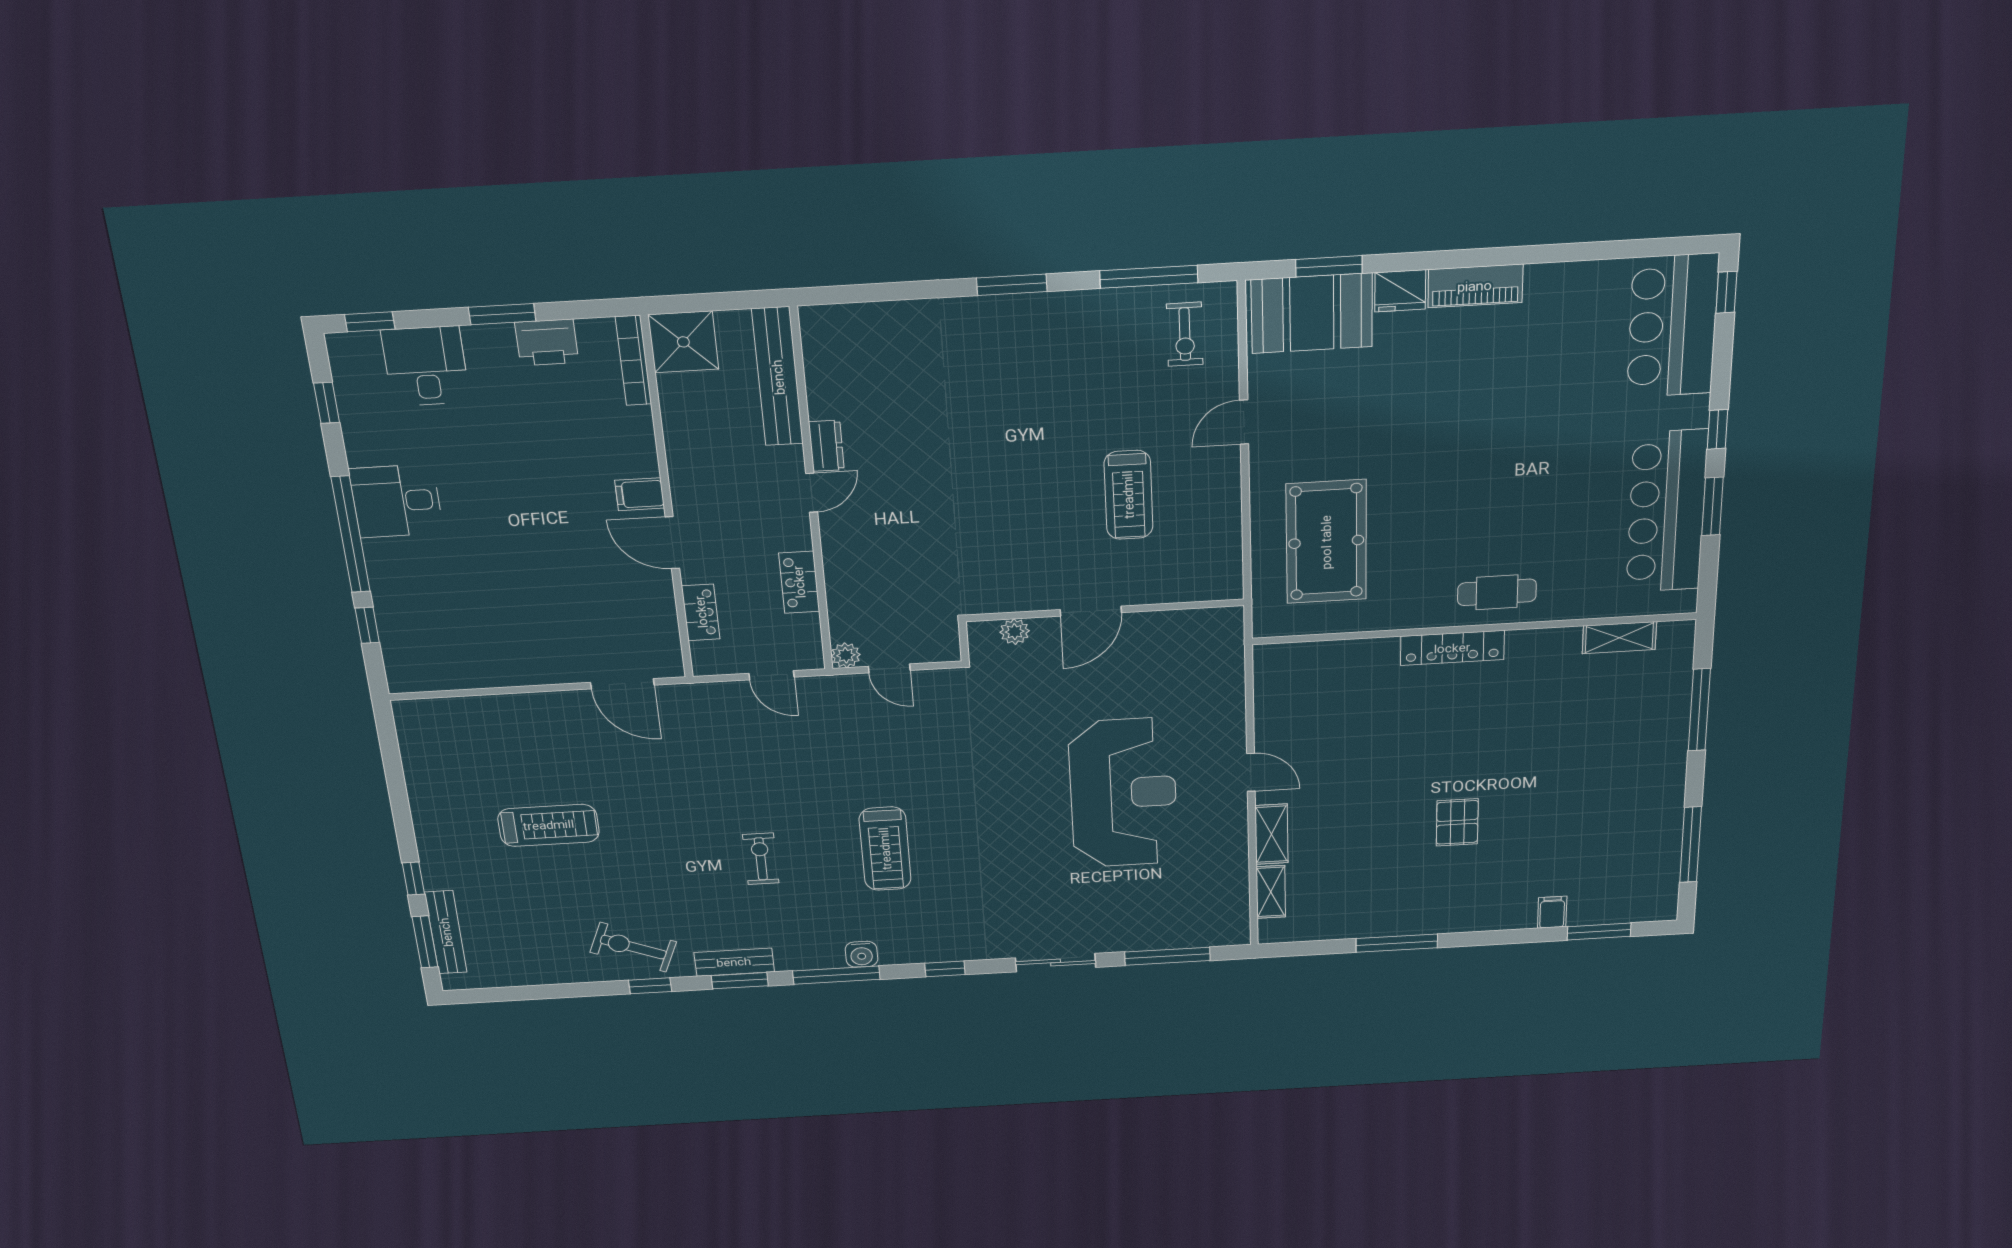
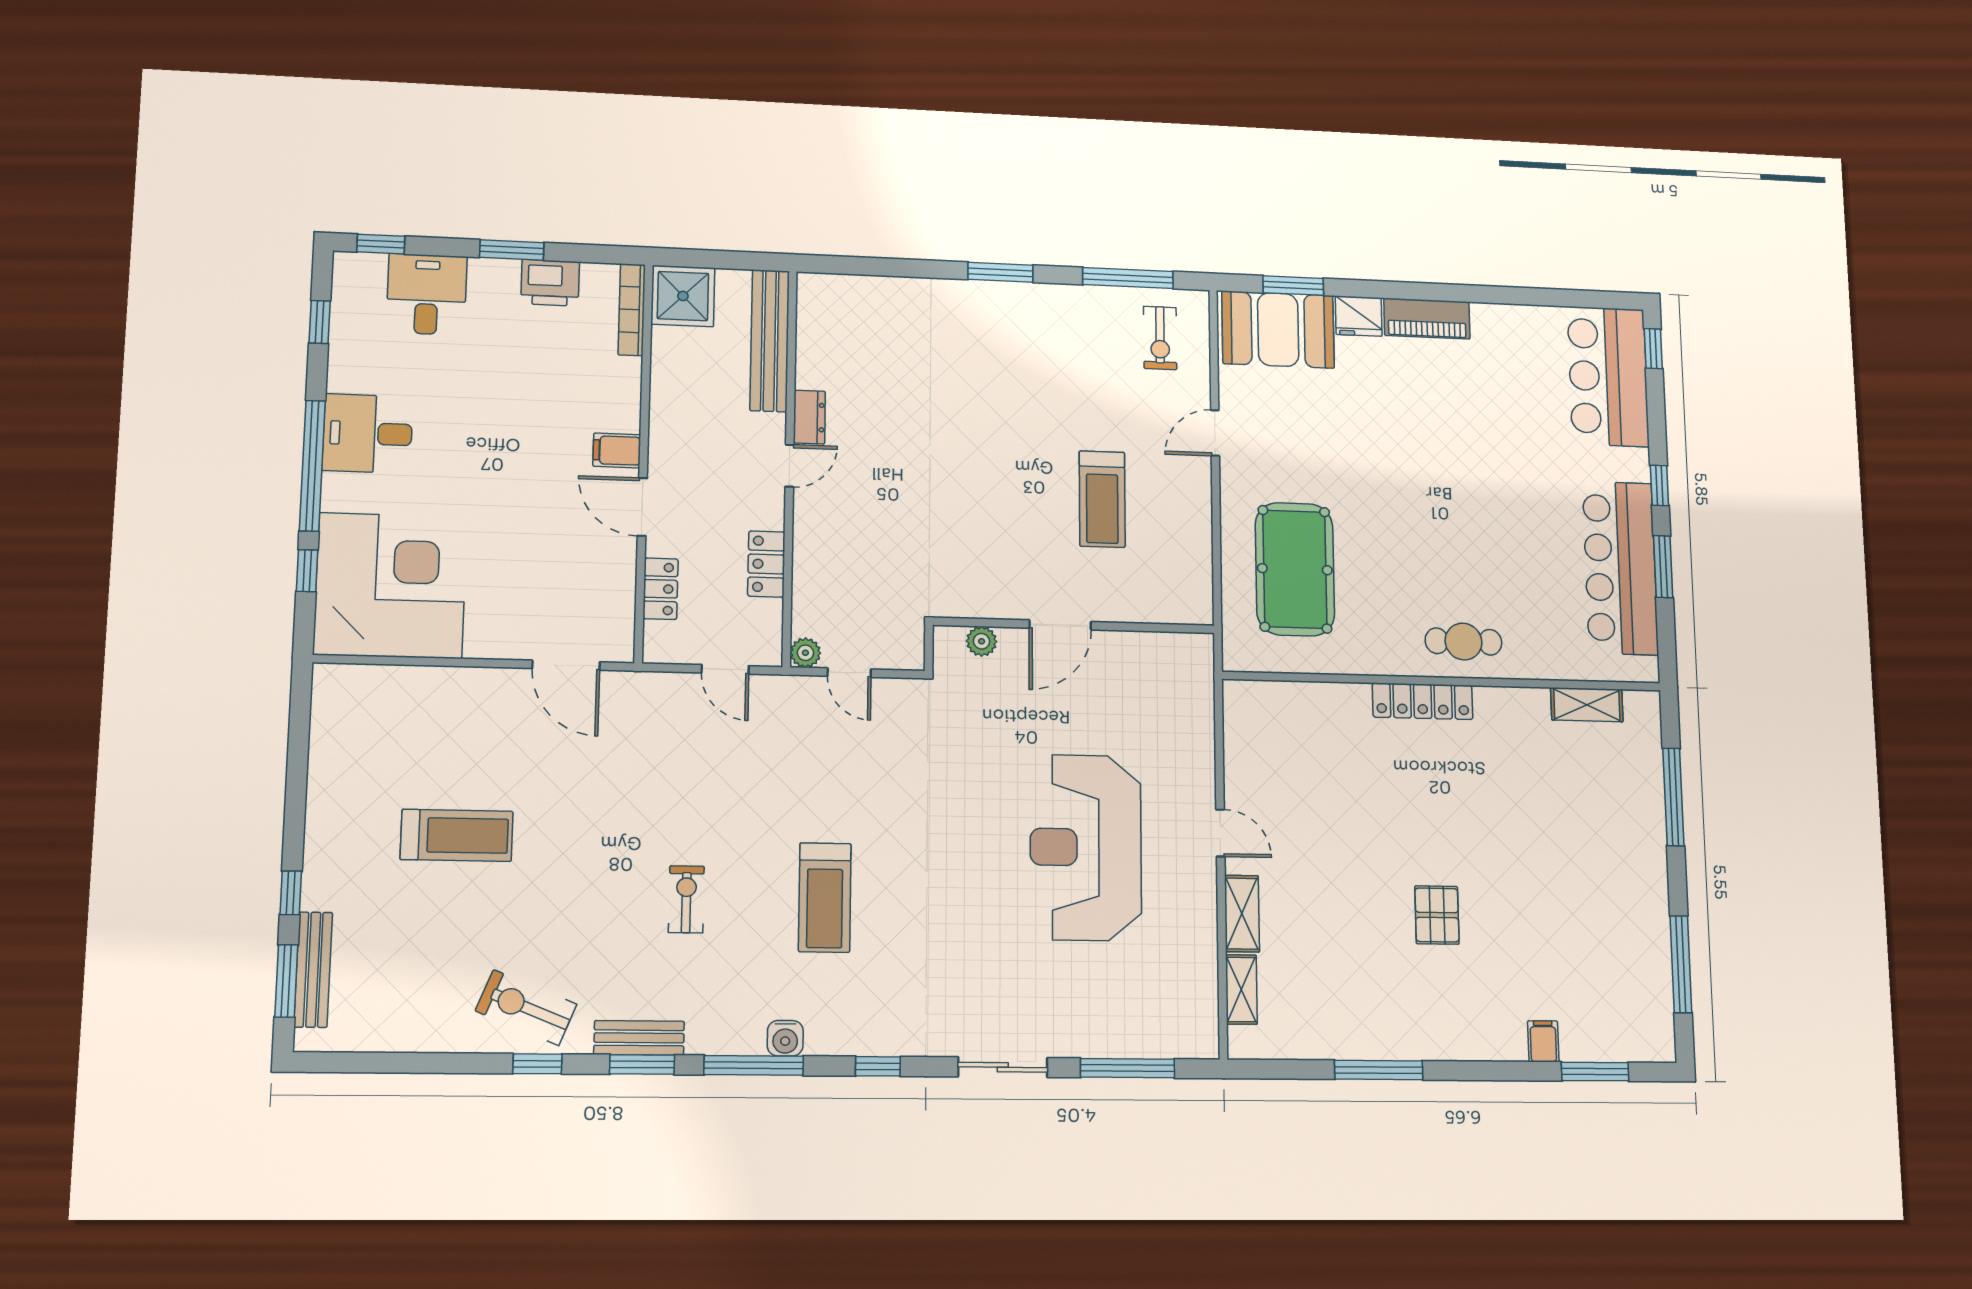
corner desk: (447, 631) -> (390, 586), added
reception desk: (1123, 793) -> (1086, 847), turned 180

